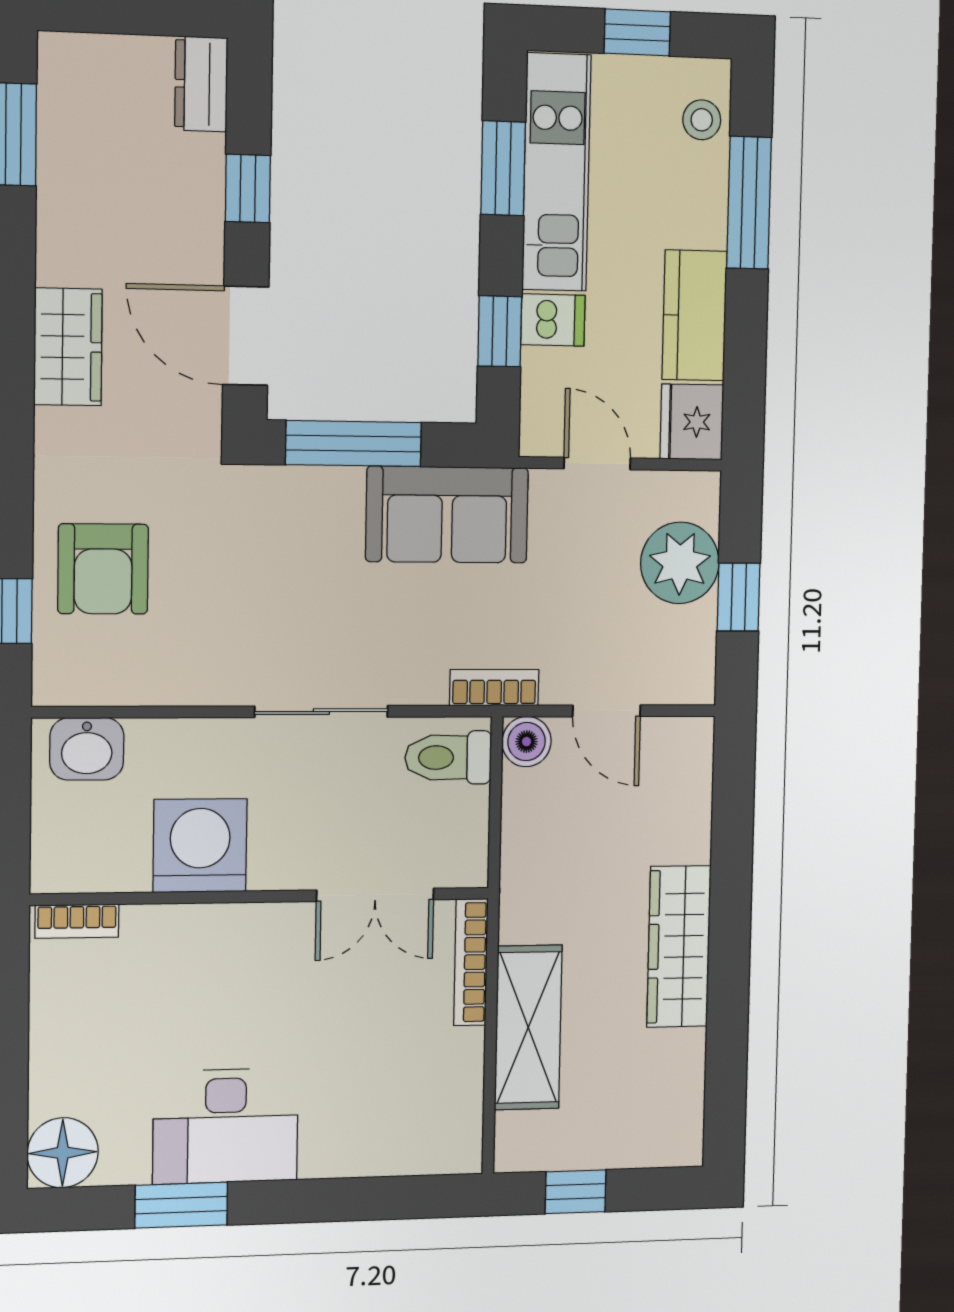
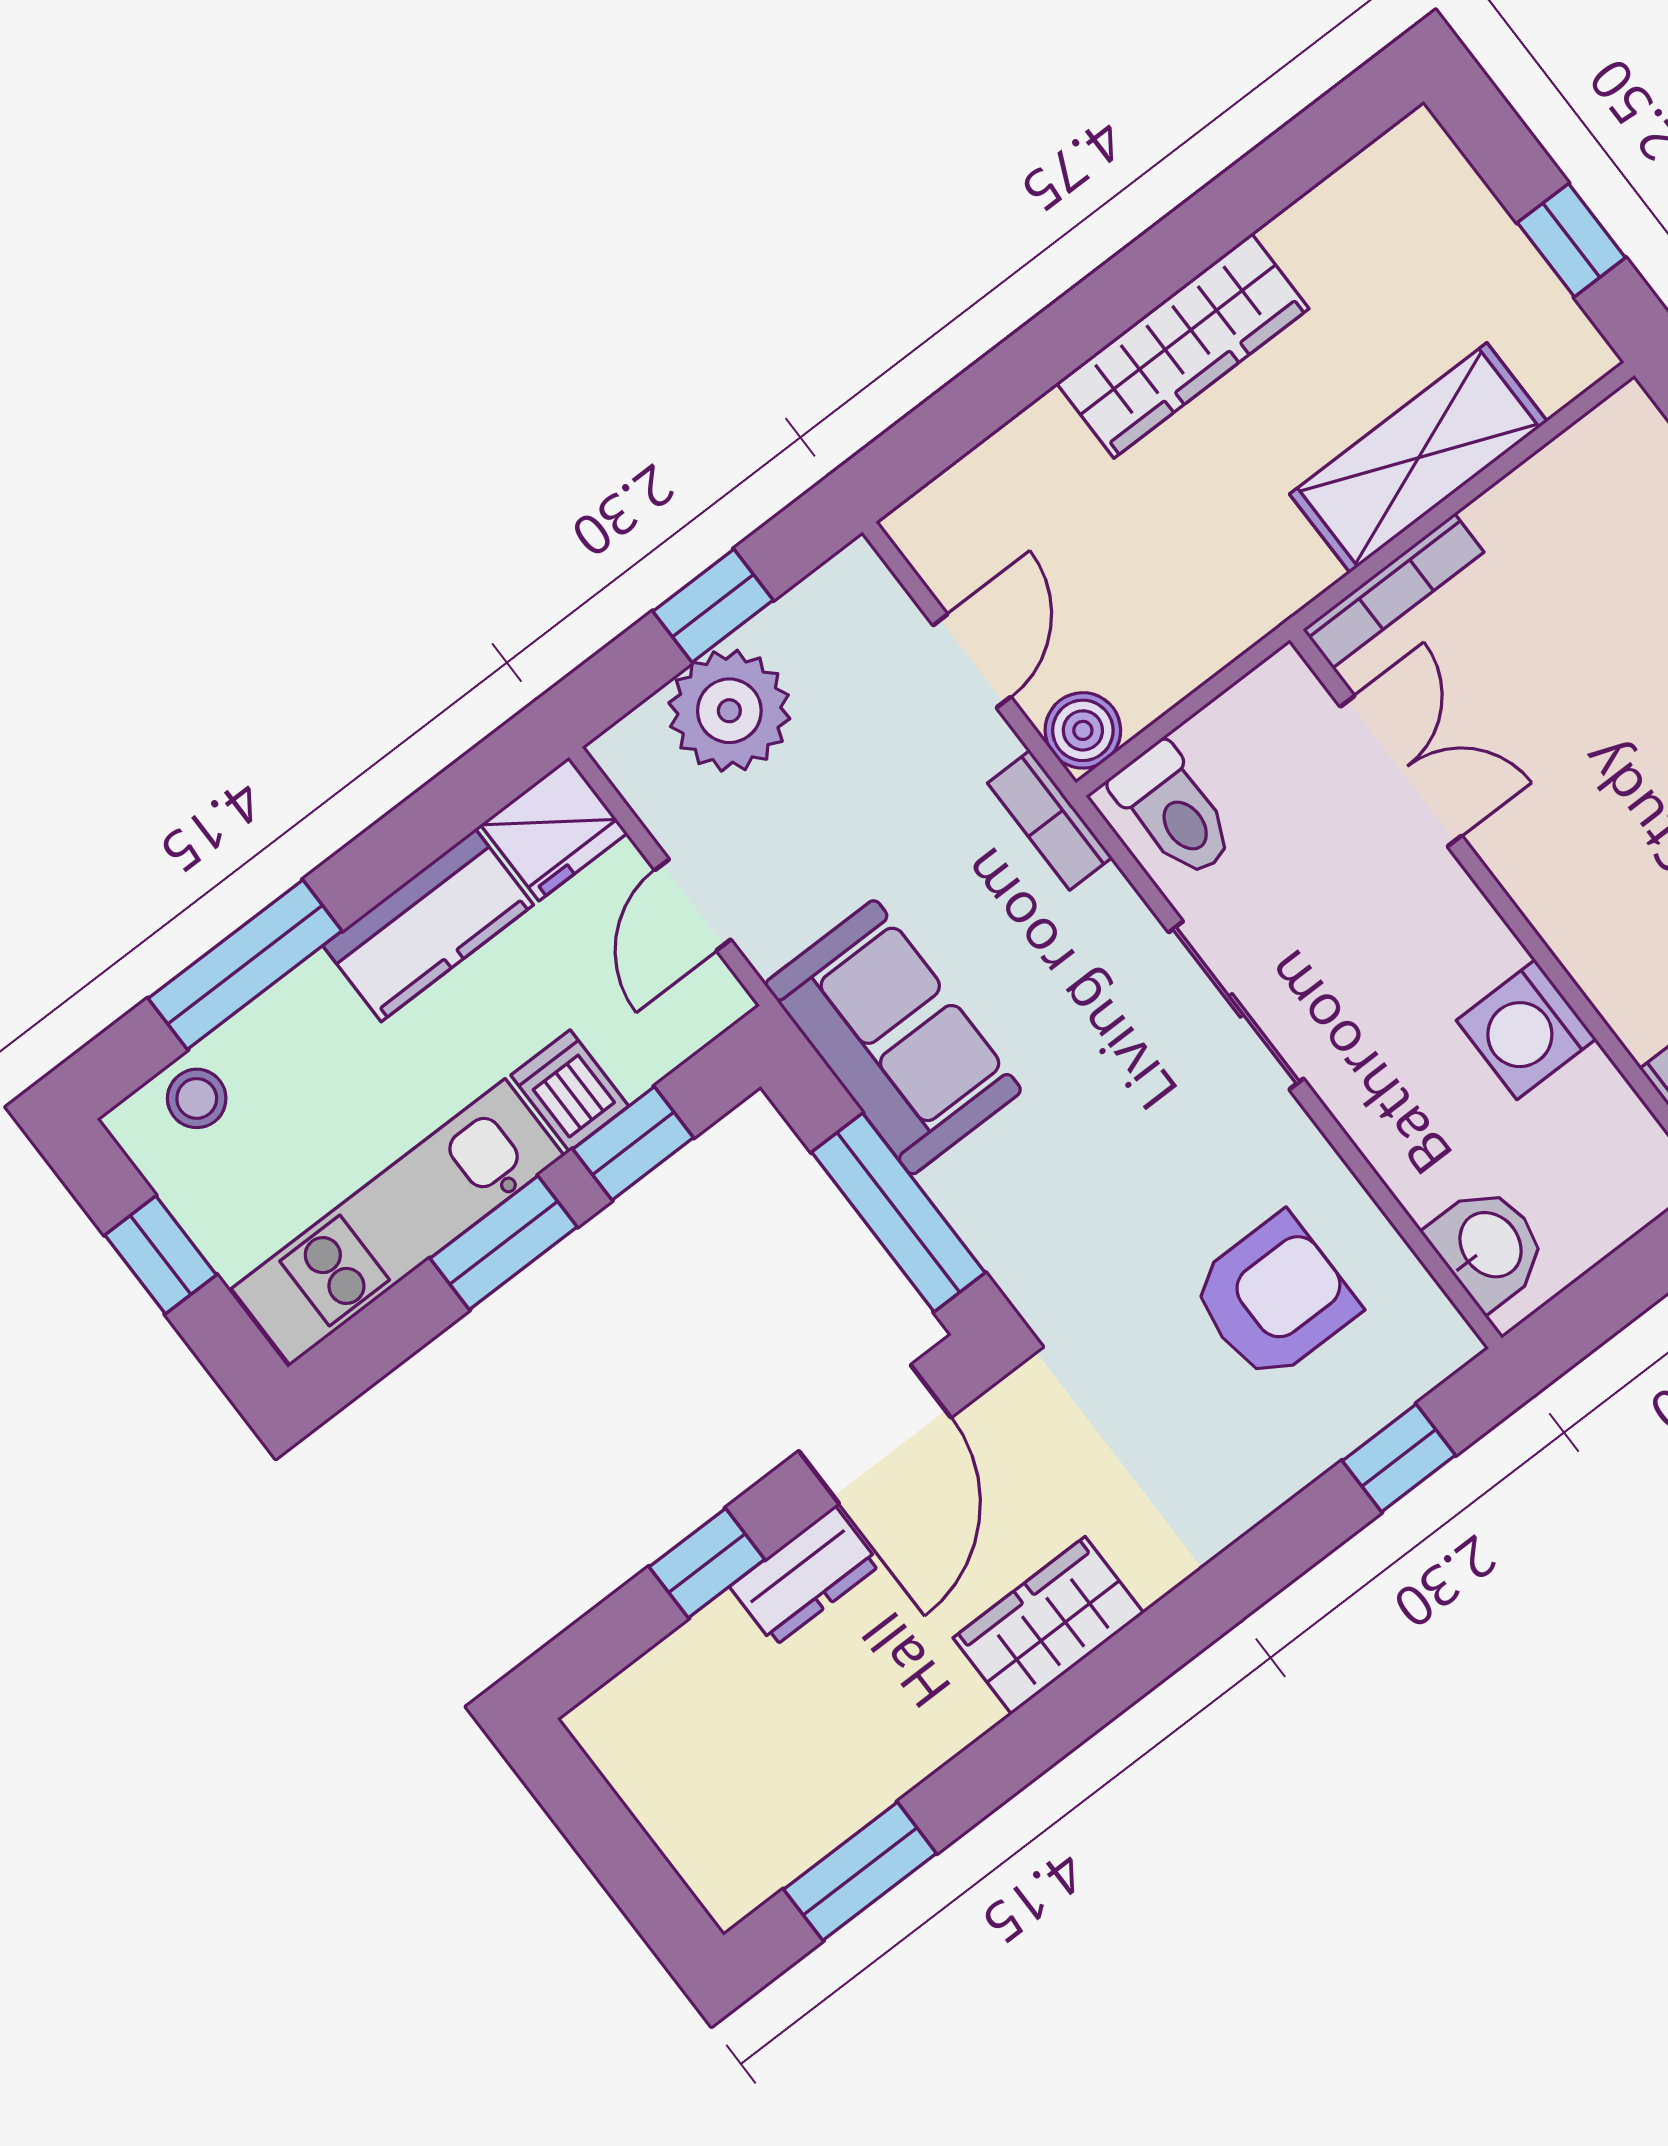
dresser: (201, 84) -> (805, 1576), moved
window: (503, 168) -> (504, 1243), moved
armchair: (103, 569) -> (1274, 1298), moved
washing machine: (200, 846) -> (1526, 1030), width x0.73, depth x0.73

